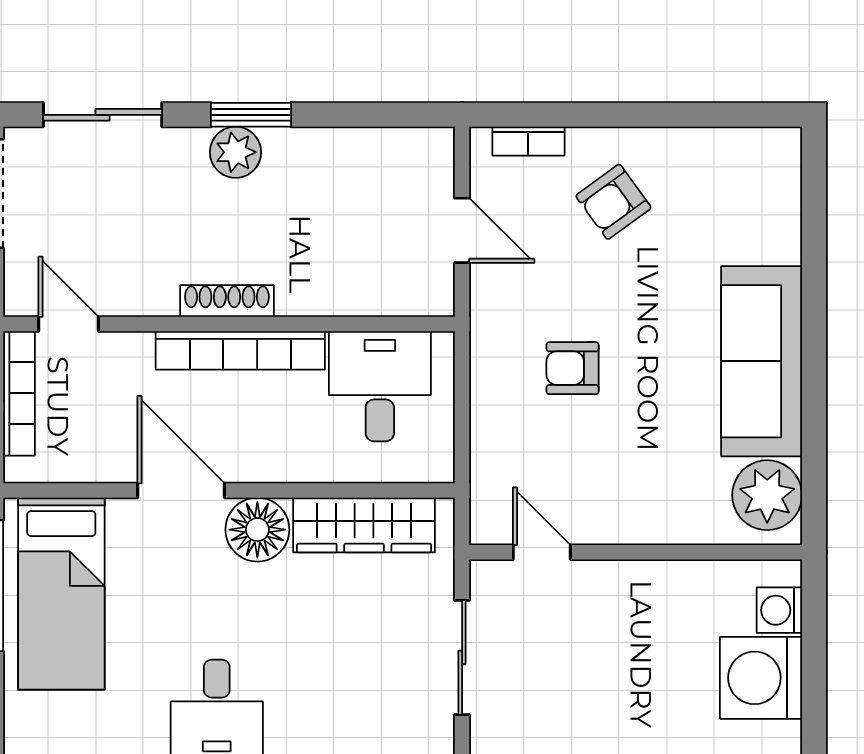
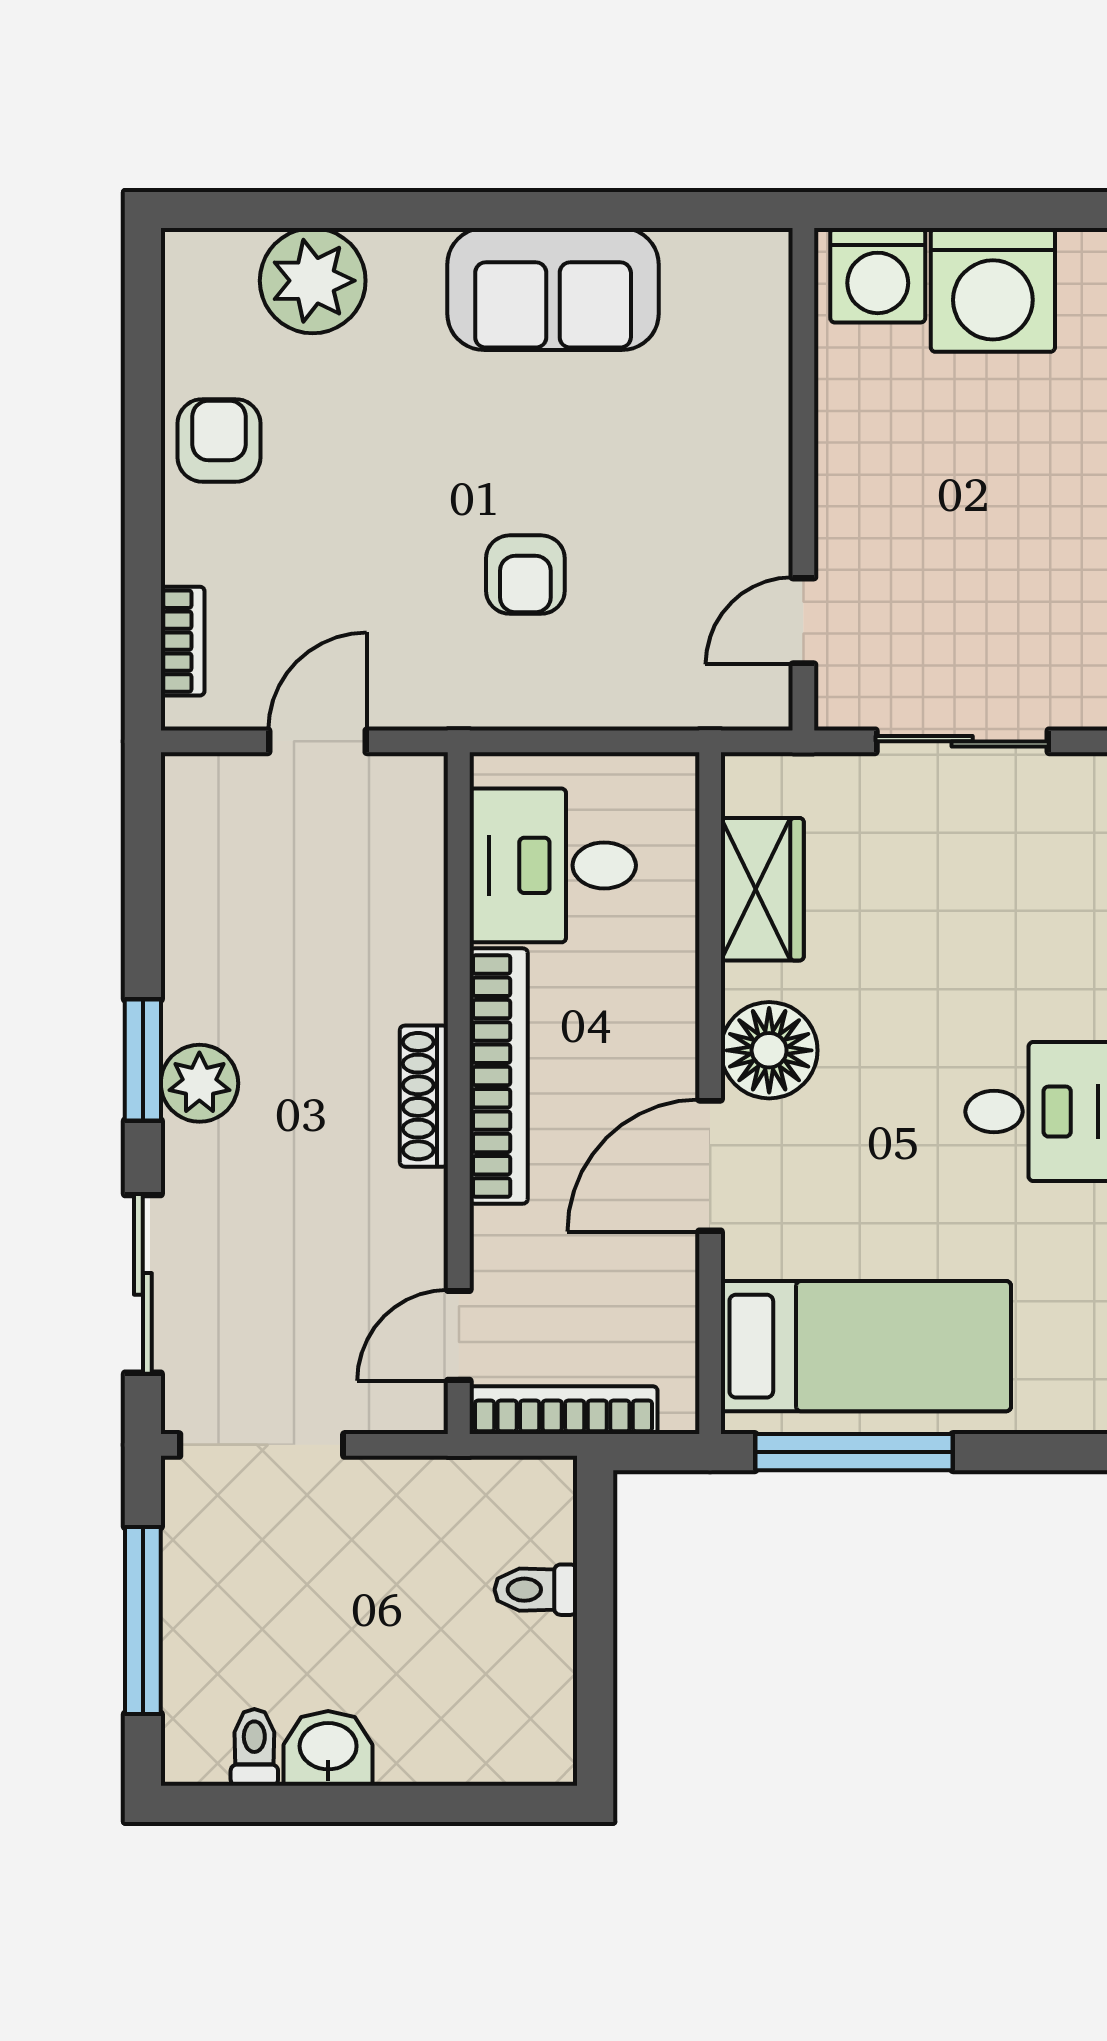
armchair: (613, 202) -> (219, 440), moved, turned -144
sofa: (762, 361) -> (553, 289), width x0.73
plant: (767, 495) -> (313, 281), moved
wardrobe: (364, 525) -> (762, 889), width x0.67
washing machine: (779, 610) -> (878, 275), width x1.38, depth x1.38

